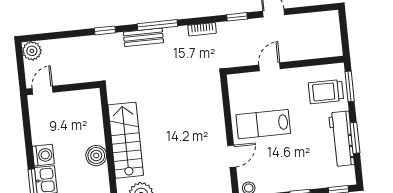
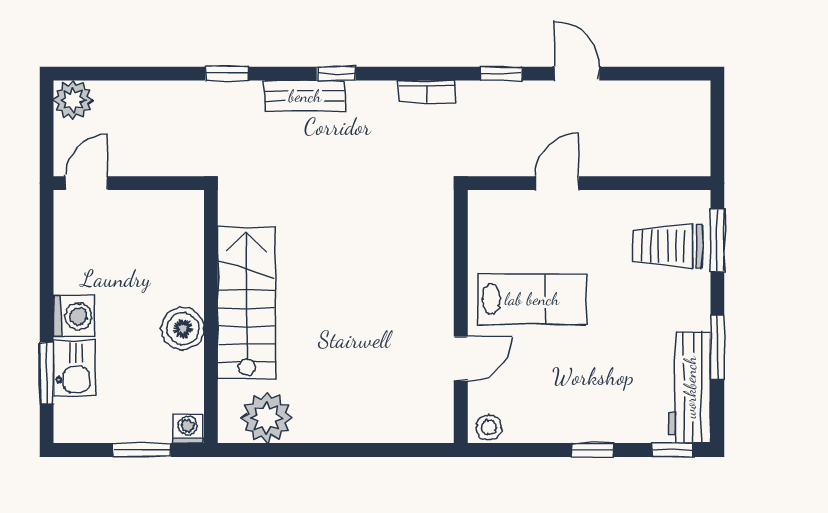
window: (157, 25) -> (336, 74), width x0.46
lab bench: (263, 124) -> (532, 299), turned 180
workbench: (341, 139) -> (690, 387), moved

